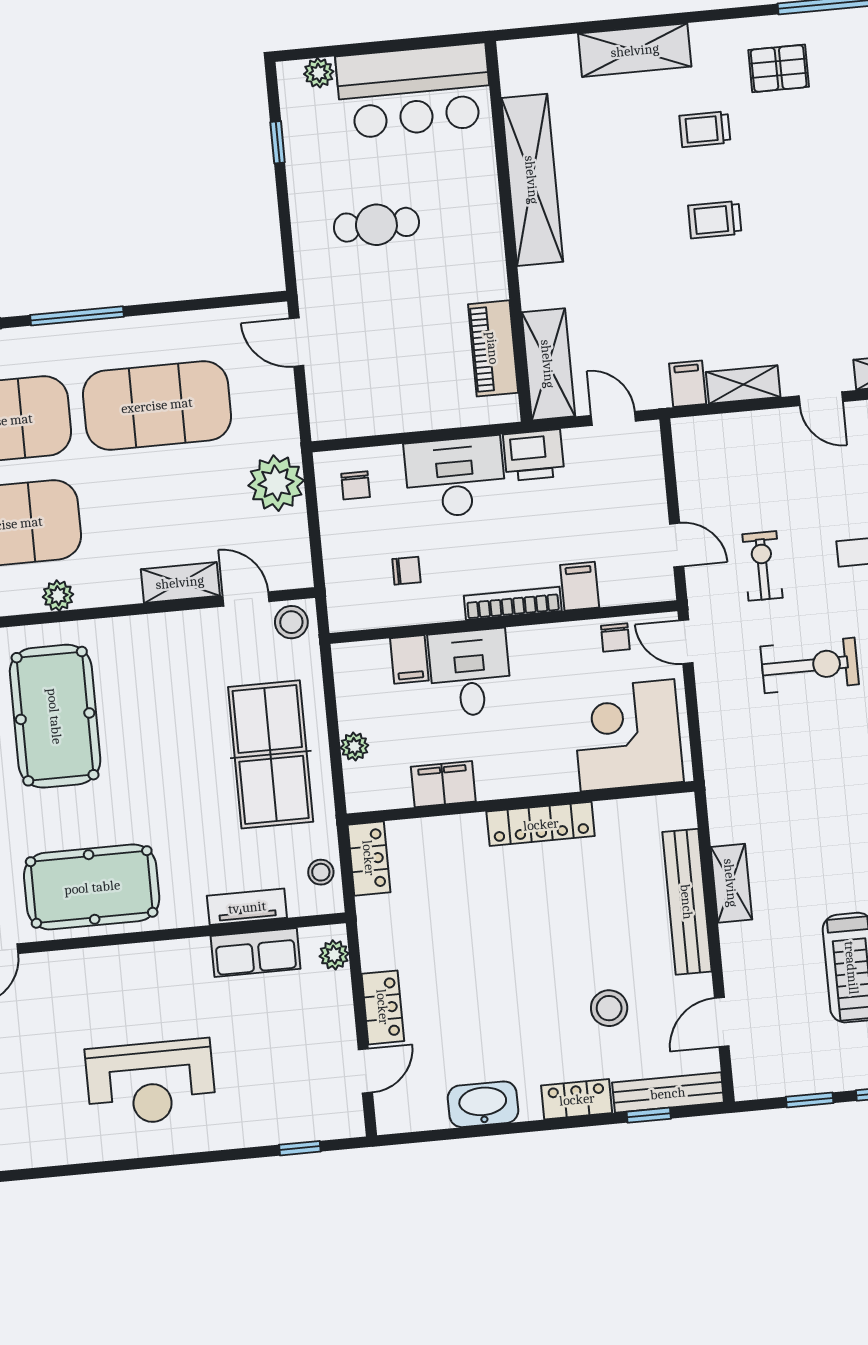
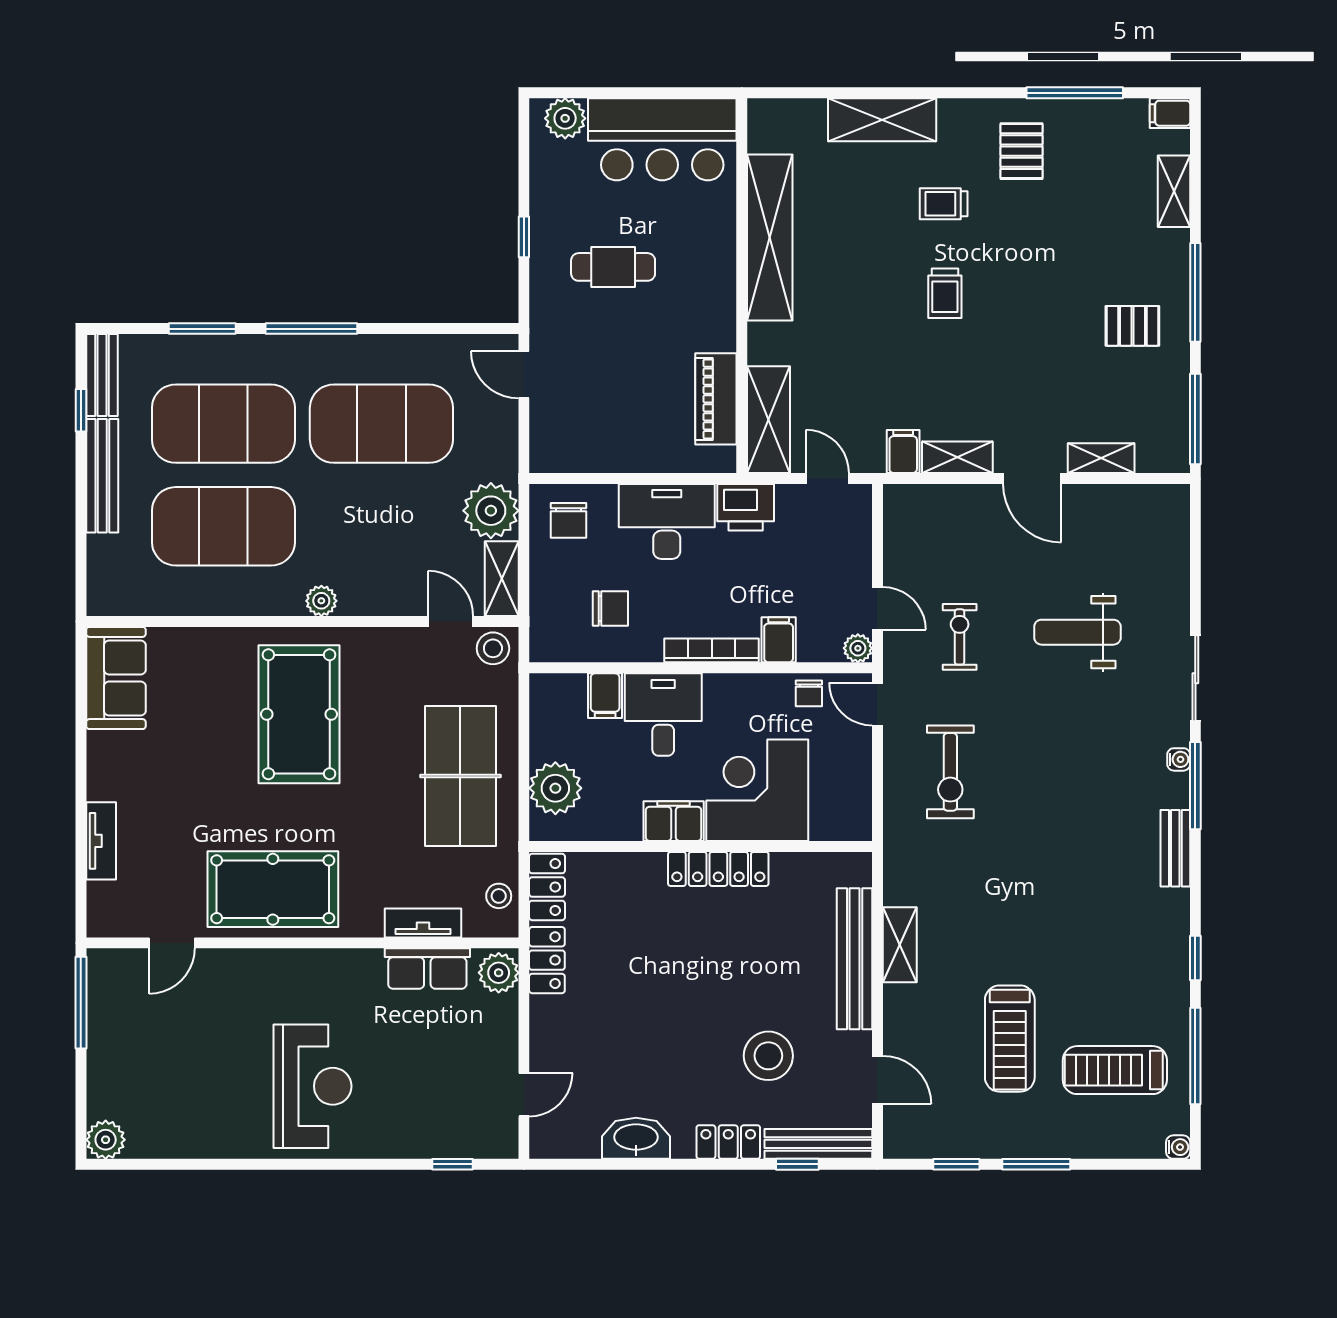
pallet: (779, 68) -> (1022, 151), turned 90
plant: (319, 73) -> (565, 118), width x1.38, depth x1.38
window: (278, 142) -> (524, 237), moved
trolley: (715, 220) -> (945, 293), turned -90
door: (821, 399) -> (1032, 479), width x1.37
chair: (356, 485) -> (568, 520), width x1.37, depth x1.37
chair: (406, 571) -> (610, 609), width x1.37, depth x1.37
shelving: (180, 582) -> (502, 579), moved, turned 90
plant: (661, 587) -> (858, 648), added
plant: (58, 596) -> (321, 601), moved
exercise bike: (810, 665) -> (950, 772), moved, turned 90
pool table: (55, 716) -> (299, 714), moved
corner desk: (628, 735) -> (757, 790), moved
plant: (354, 747) -> (555, 788), width x1.88, depth x1.88
filing cabinet: (443, 784) -> (674, 821), moved
plant: (334, 955) -> (499, 973), width x1.38, depth x1.38
locker: (383, 1007) -> (547, 960), moved
stool: (609, 1008) -> (768, 1056), width x1.38, depth x1.38
door: (722, 1022) -> (877, 1080), swing flipped
reception desk: (151, 1083) -> (312, 1086), turned -90

